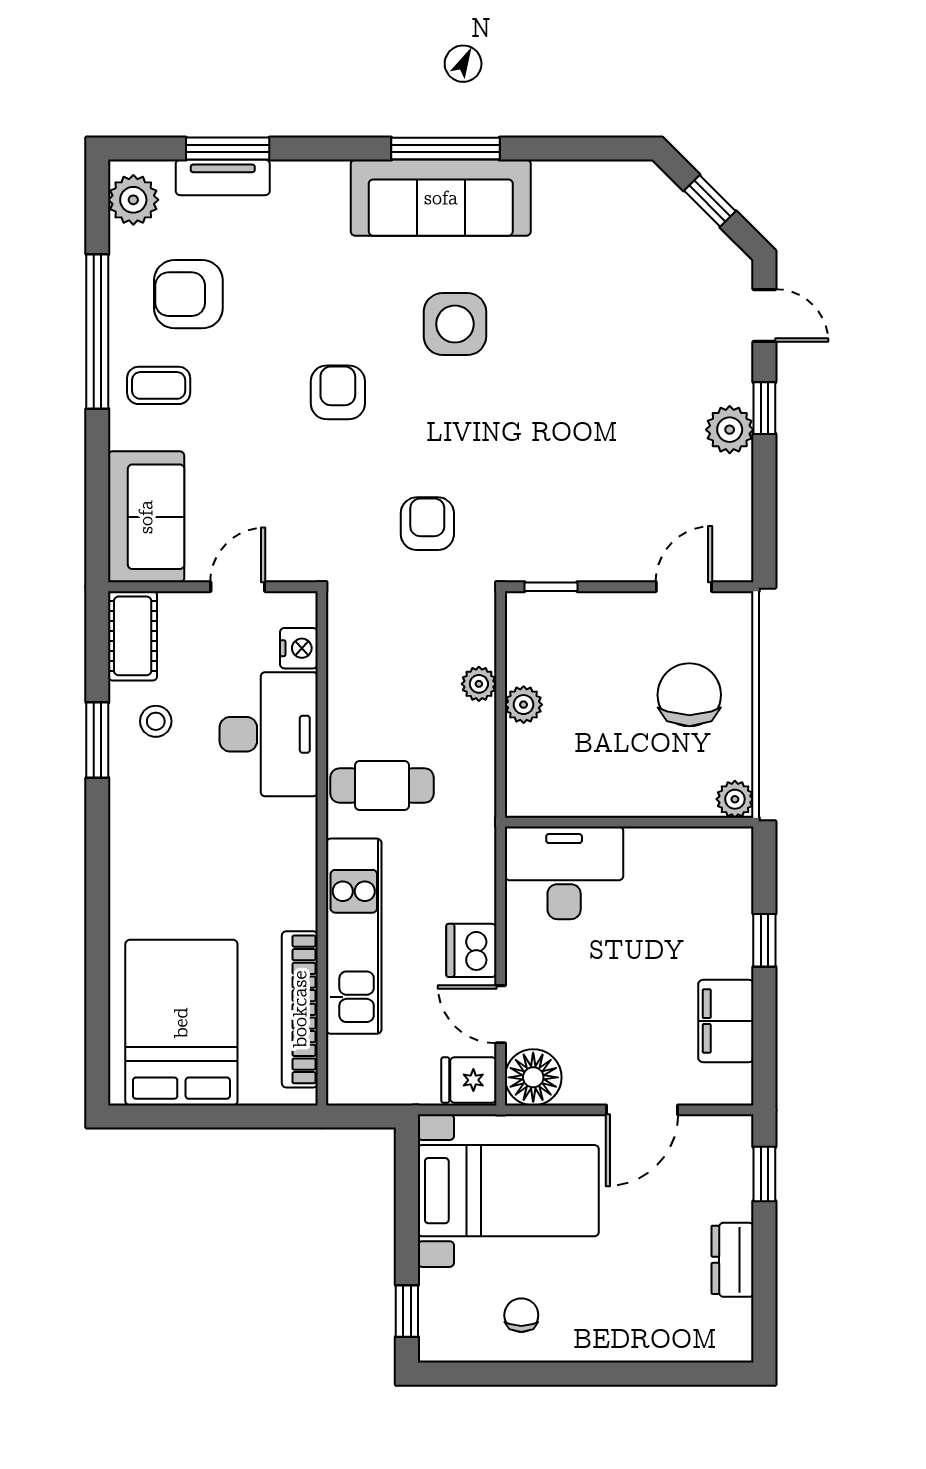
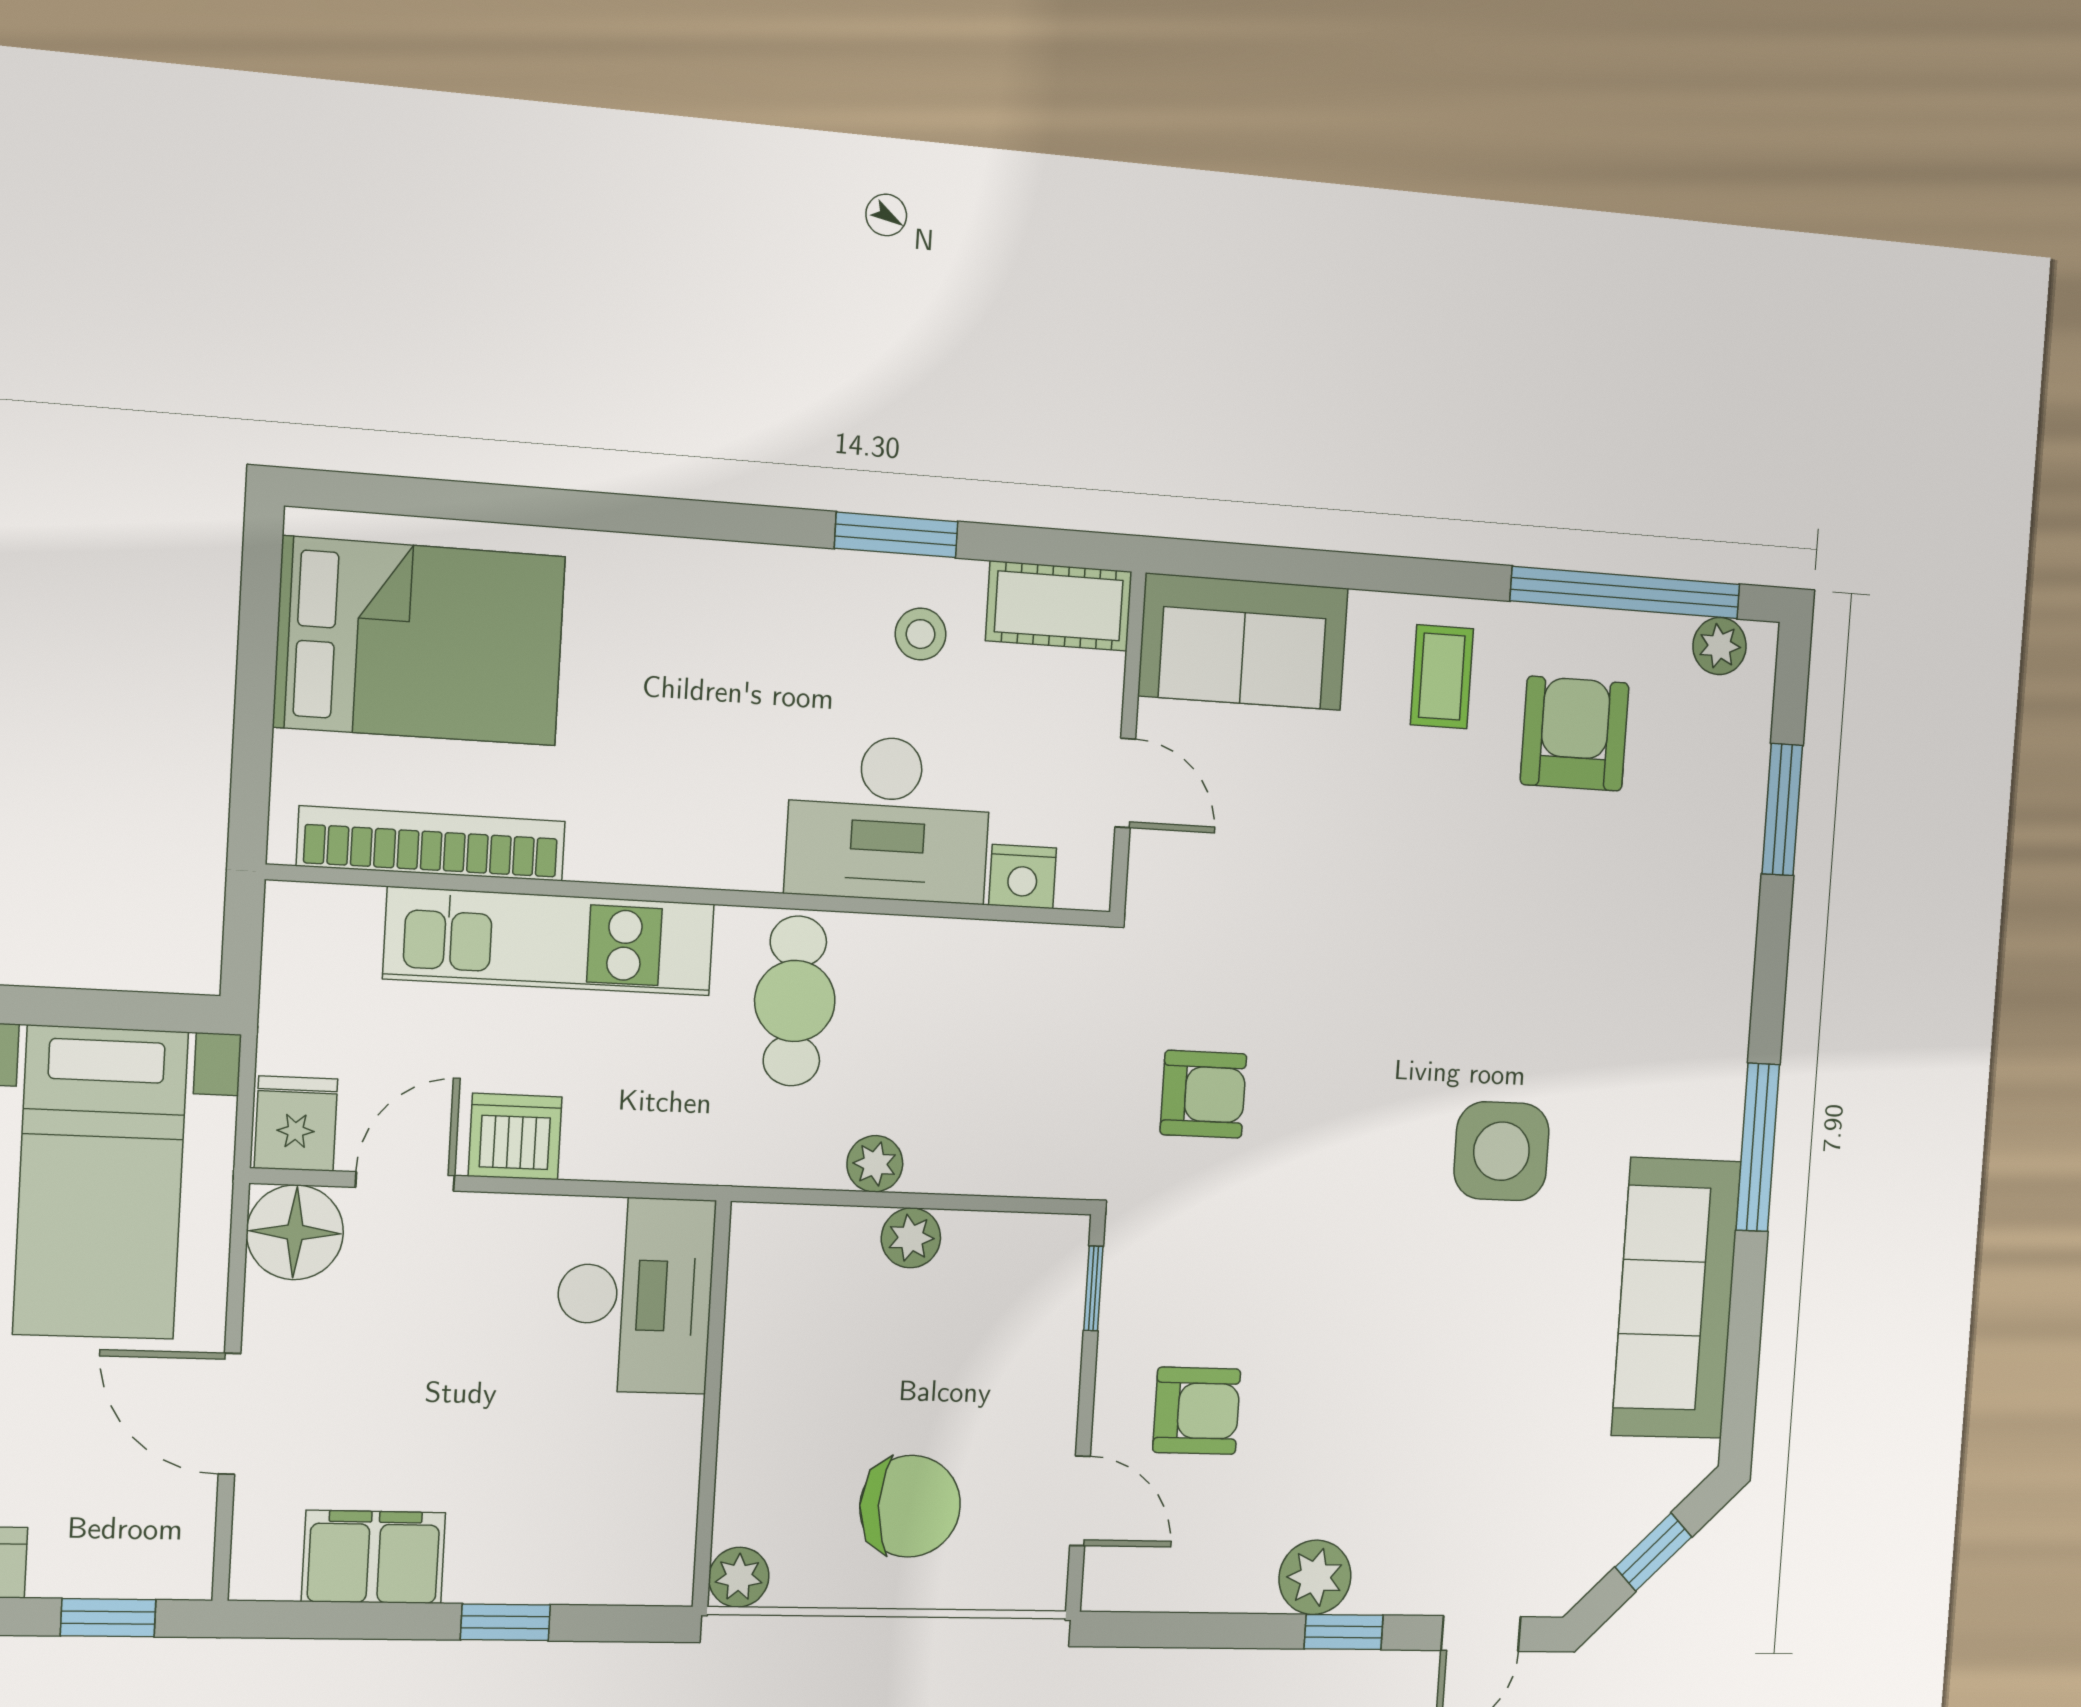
tv unit: (223, 177) -> (1741, 799), removed
sofa: (441, 198) -> (1676, 1298), moved
plant: (133, 200) -> (1720, 646), width x0.73, depth x0.73
window: (97, 331) -> (1625, 593), moved
armchair: (338, 392) -> (1197, 1411), moved
plant: (479, 684) -> (875, 1164), moved

